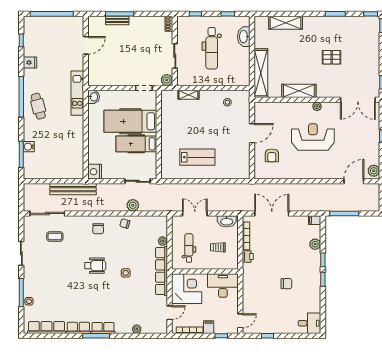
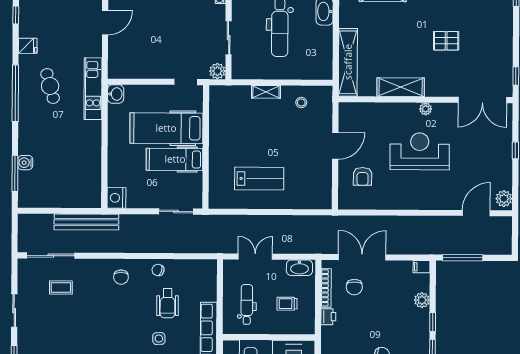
shelving: (188, 95) -> (266, 92), moved
cafe table: (38, 106) -> (50, 86), moved
plant: (133, 205) -> (169, 245), removed
chair: (266, 235) -> (354, 287), added
plant: (163, 241) -> (210, 295), removed
wheelchair: (95, 266) -> (168, 303), moved, turned 90

